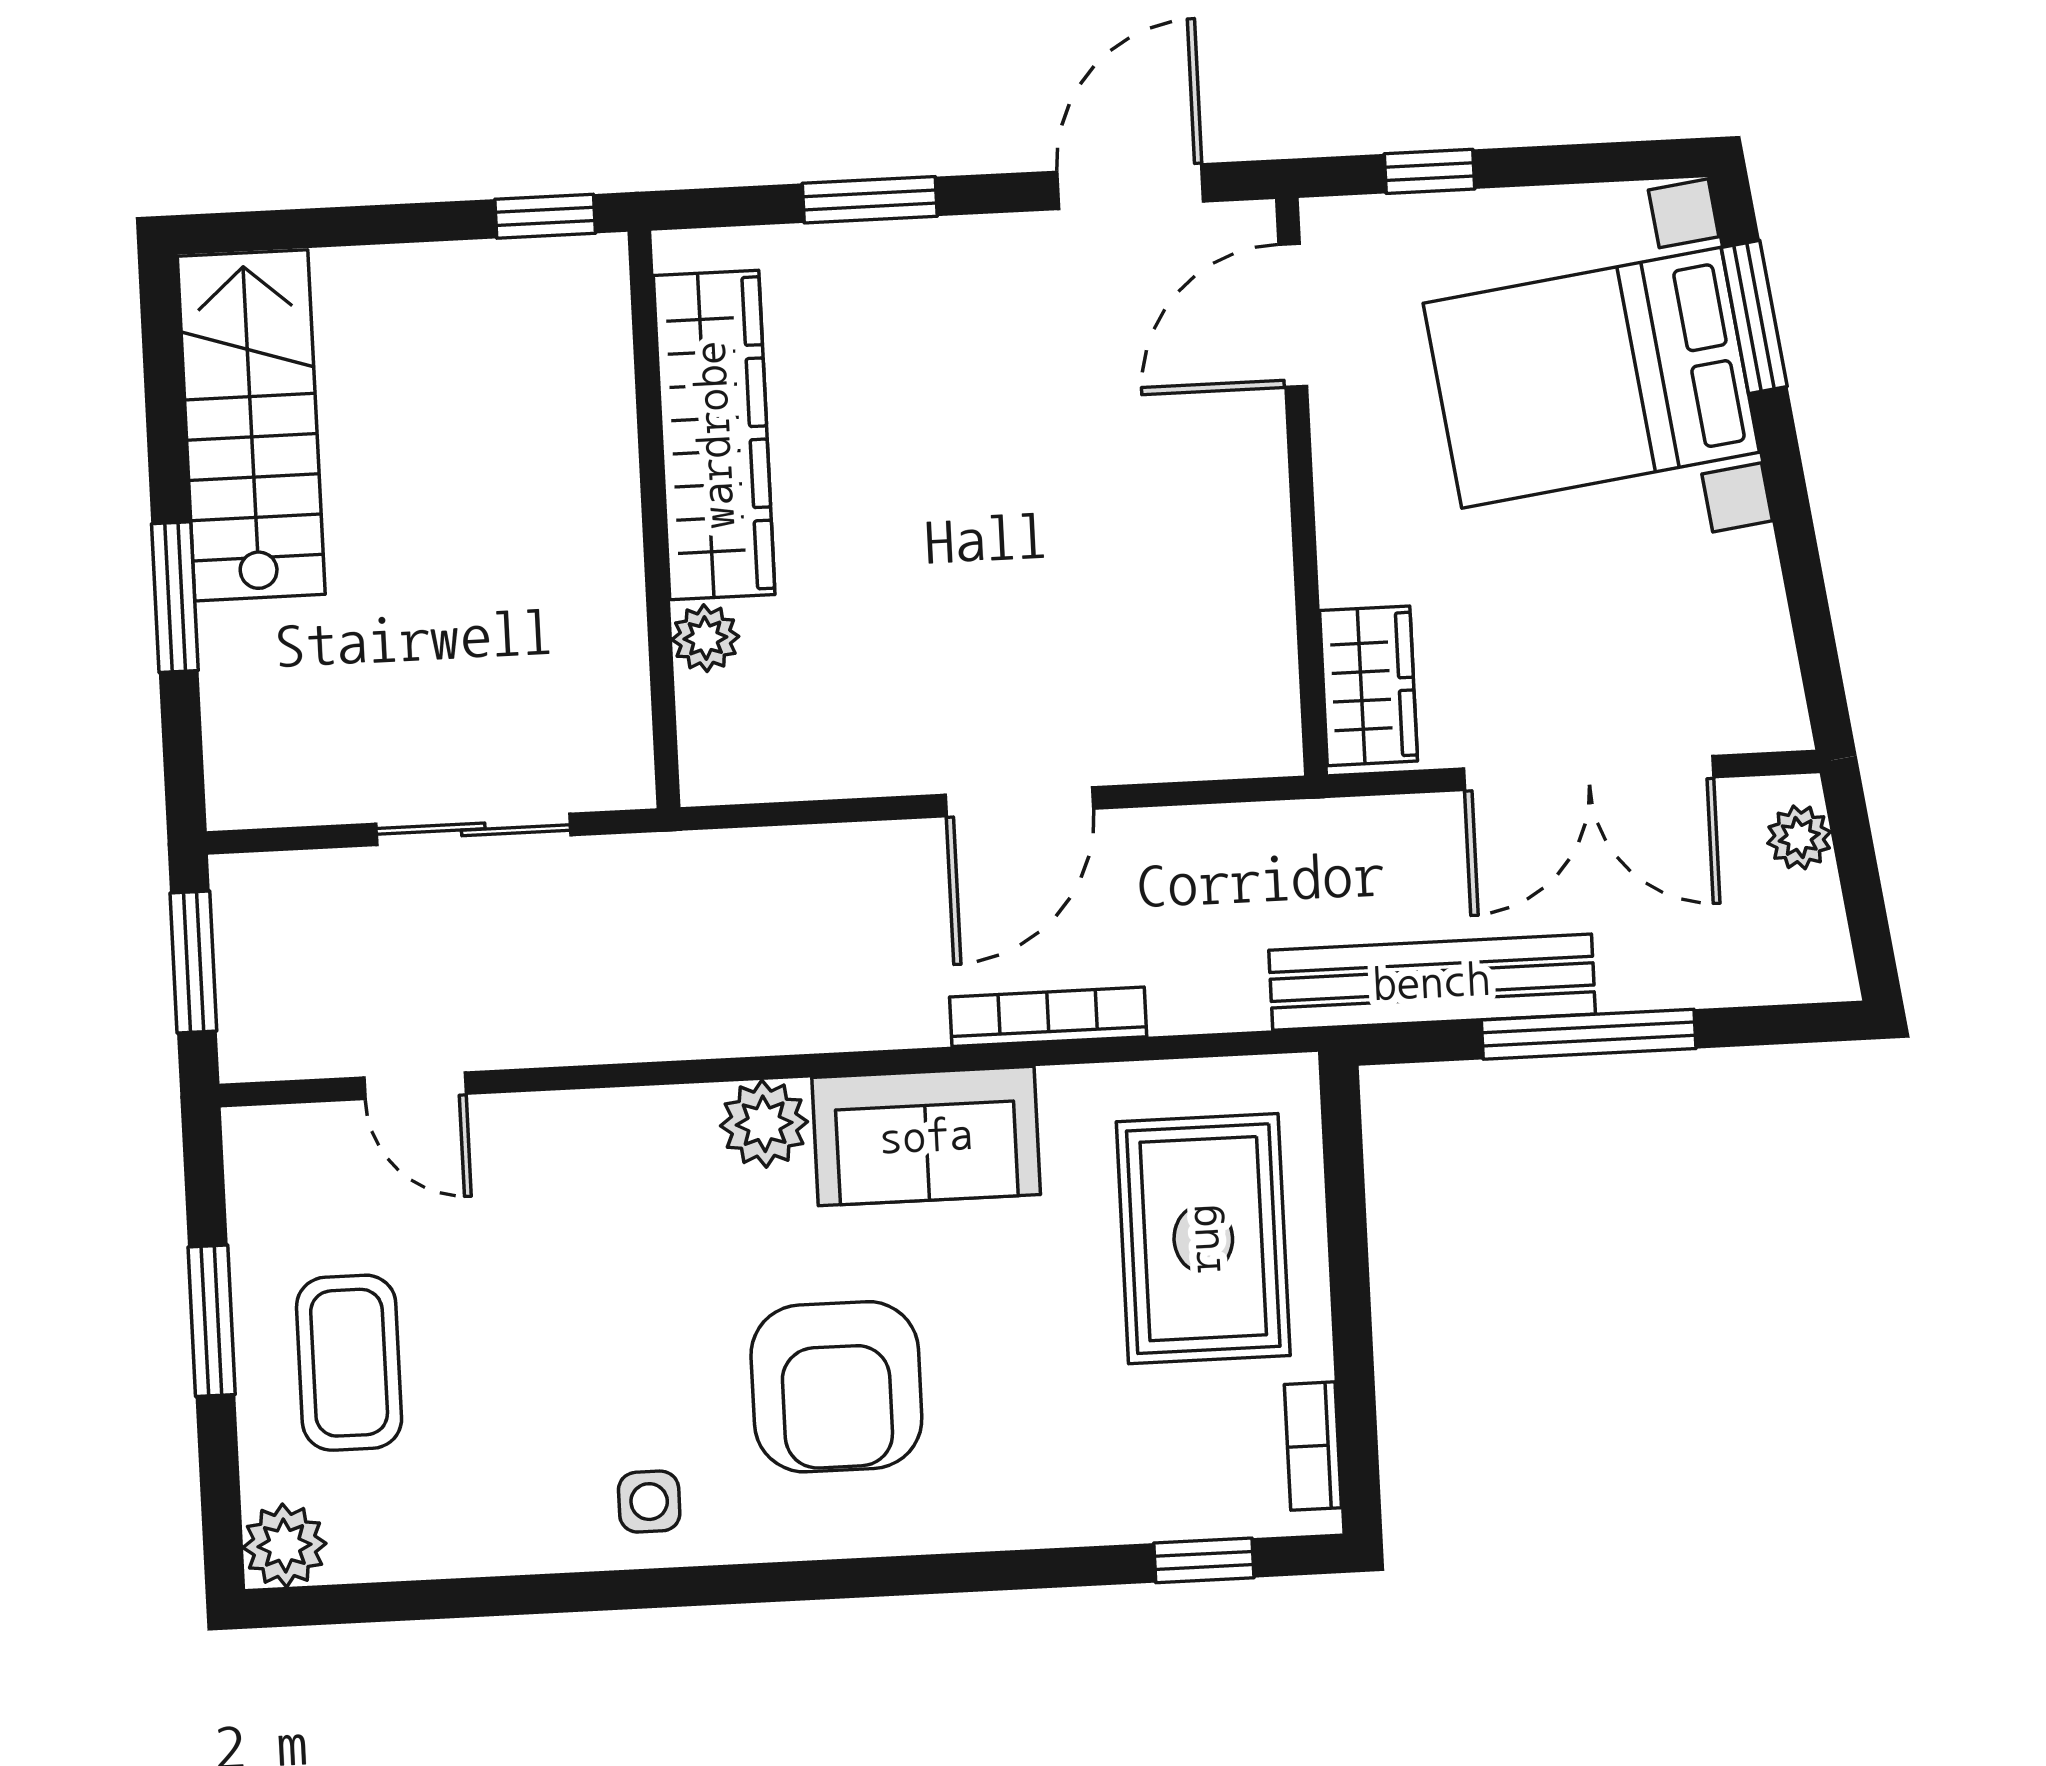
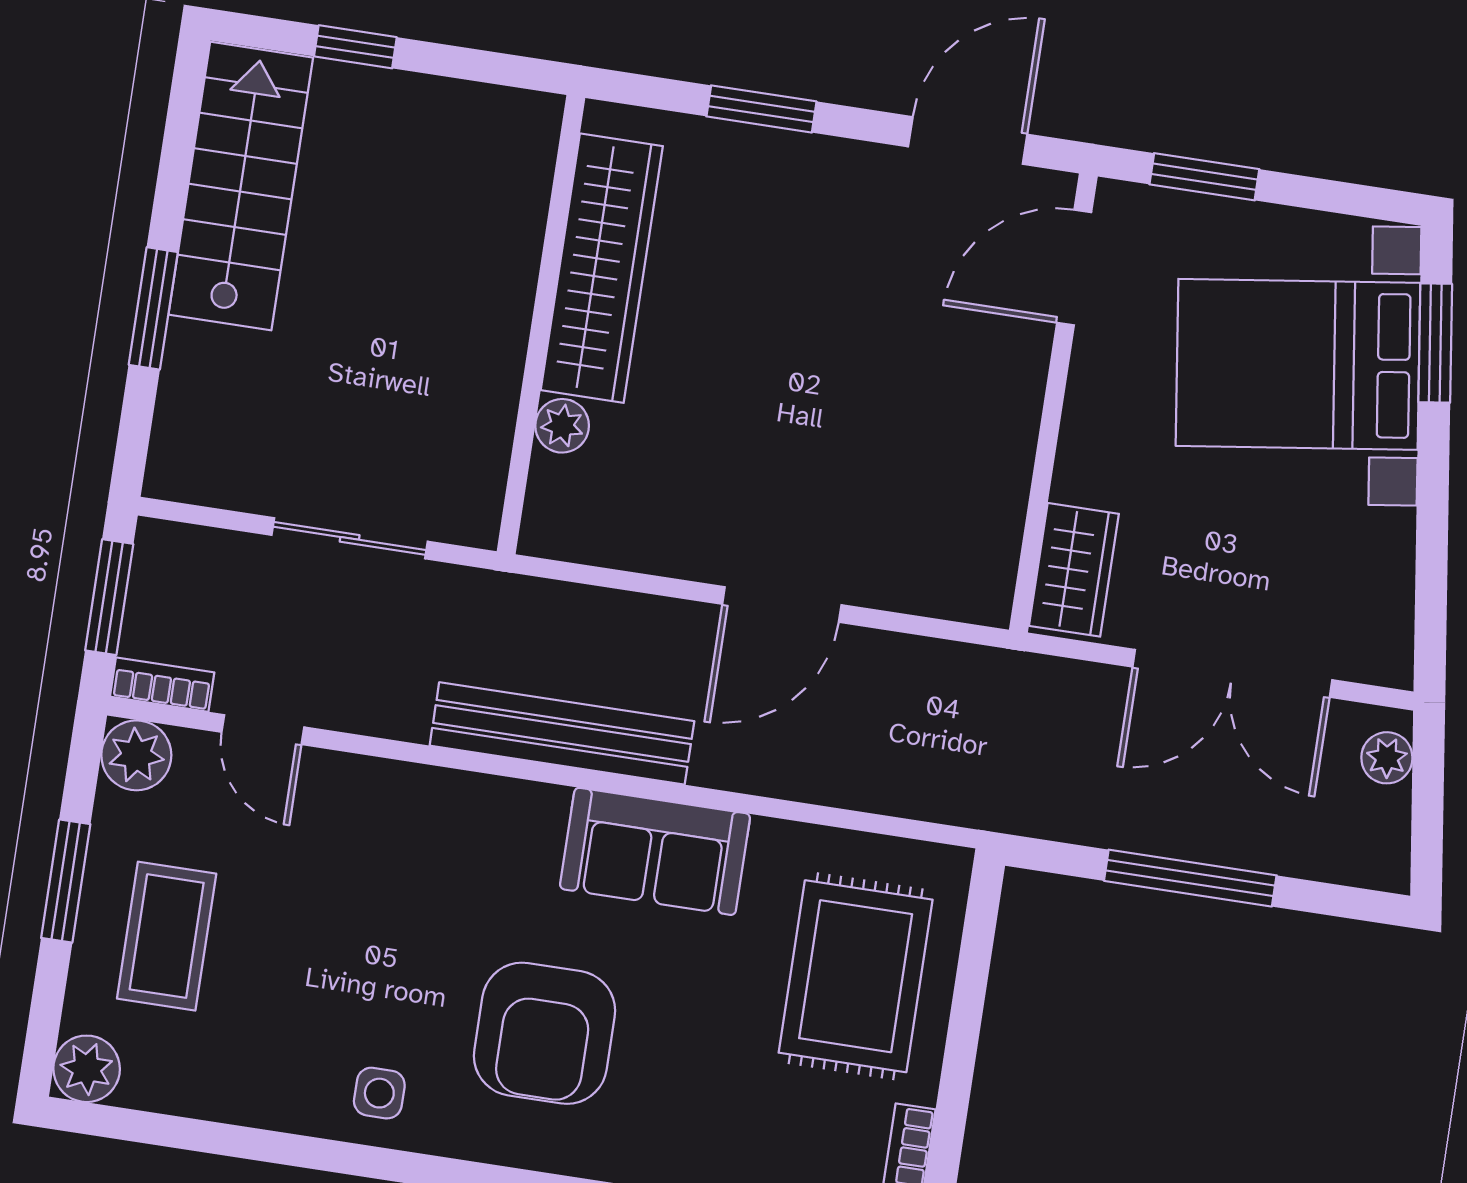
window: (1429, 171) -> (1204, 177), width x1.50
window: (545, 216) -> (355, 47), moved
bench: (1432, 982) -> (562, 733), moved
bookcase: (1048, 1017) -> (162, 685), moved, width x0.64
plant: (764, 1124) -> (136, 755), moved

